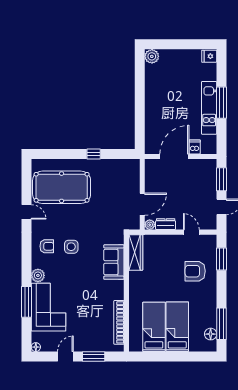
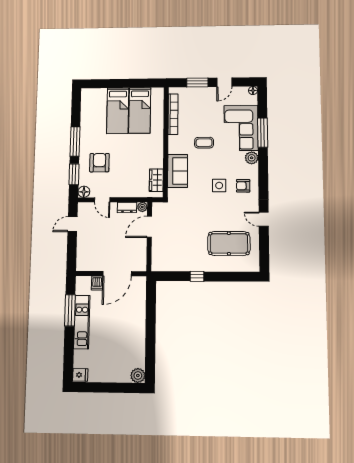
window: (221, 103) -> (70, 310), moved
window: (221, 179) -> (72, 251), removed
pool table: (62, 187) -> (229, 243), width x0.73, depth x0.76
wardrobe: (136, 252) -> (156, 180), width x0.67
armchair: (195, 271) -> (99, 163), turned -90
coffee table: (87, 292) -> (204, 143), added
window: (221, 324) -> (75, 142), moved
floor lamp: (211, 334) -> (84, 192), moved

